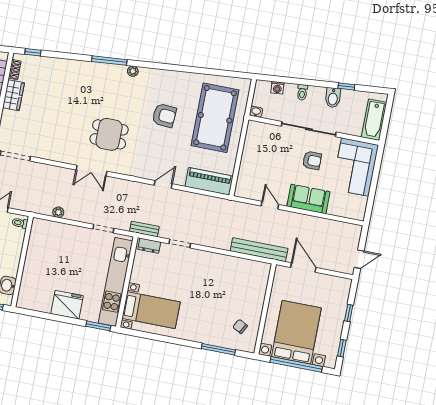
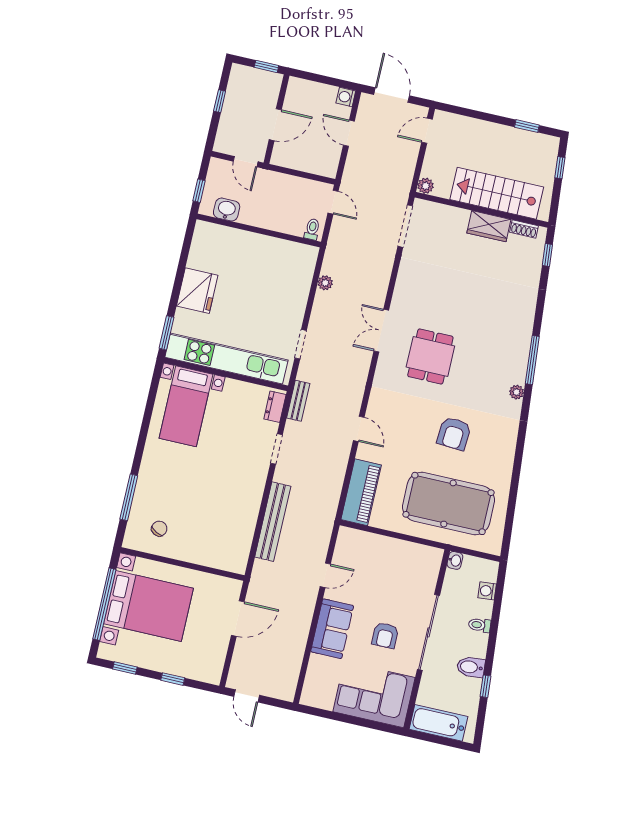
bench: (259, 250) -> (273, 522), moved

